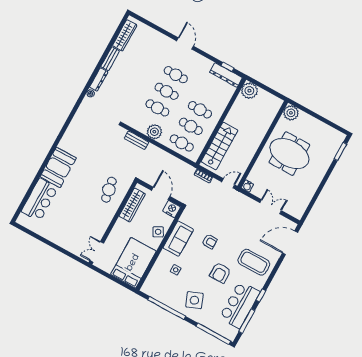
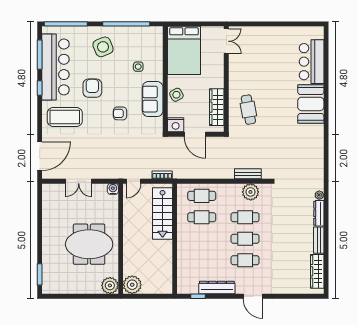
dresser: (226, 75) -> (217, 288), moved
plant: (249, 91) -> (132, 285), moved
cafe table: (200, 110) -> (202, 239), removed
plant: (154, 132) -> (251, 192), moved
bar counter: (240, 305) -> (55, 67), width x1.36

